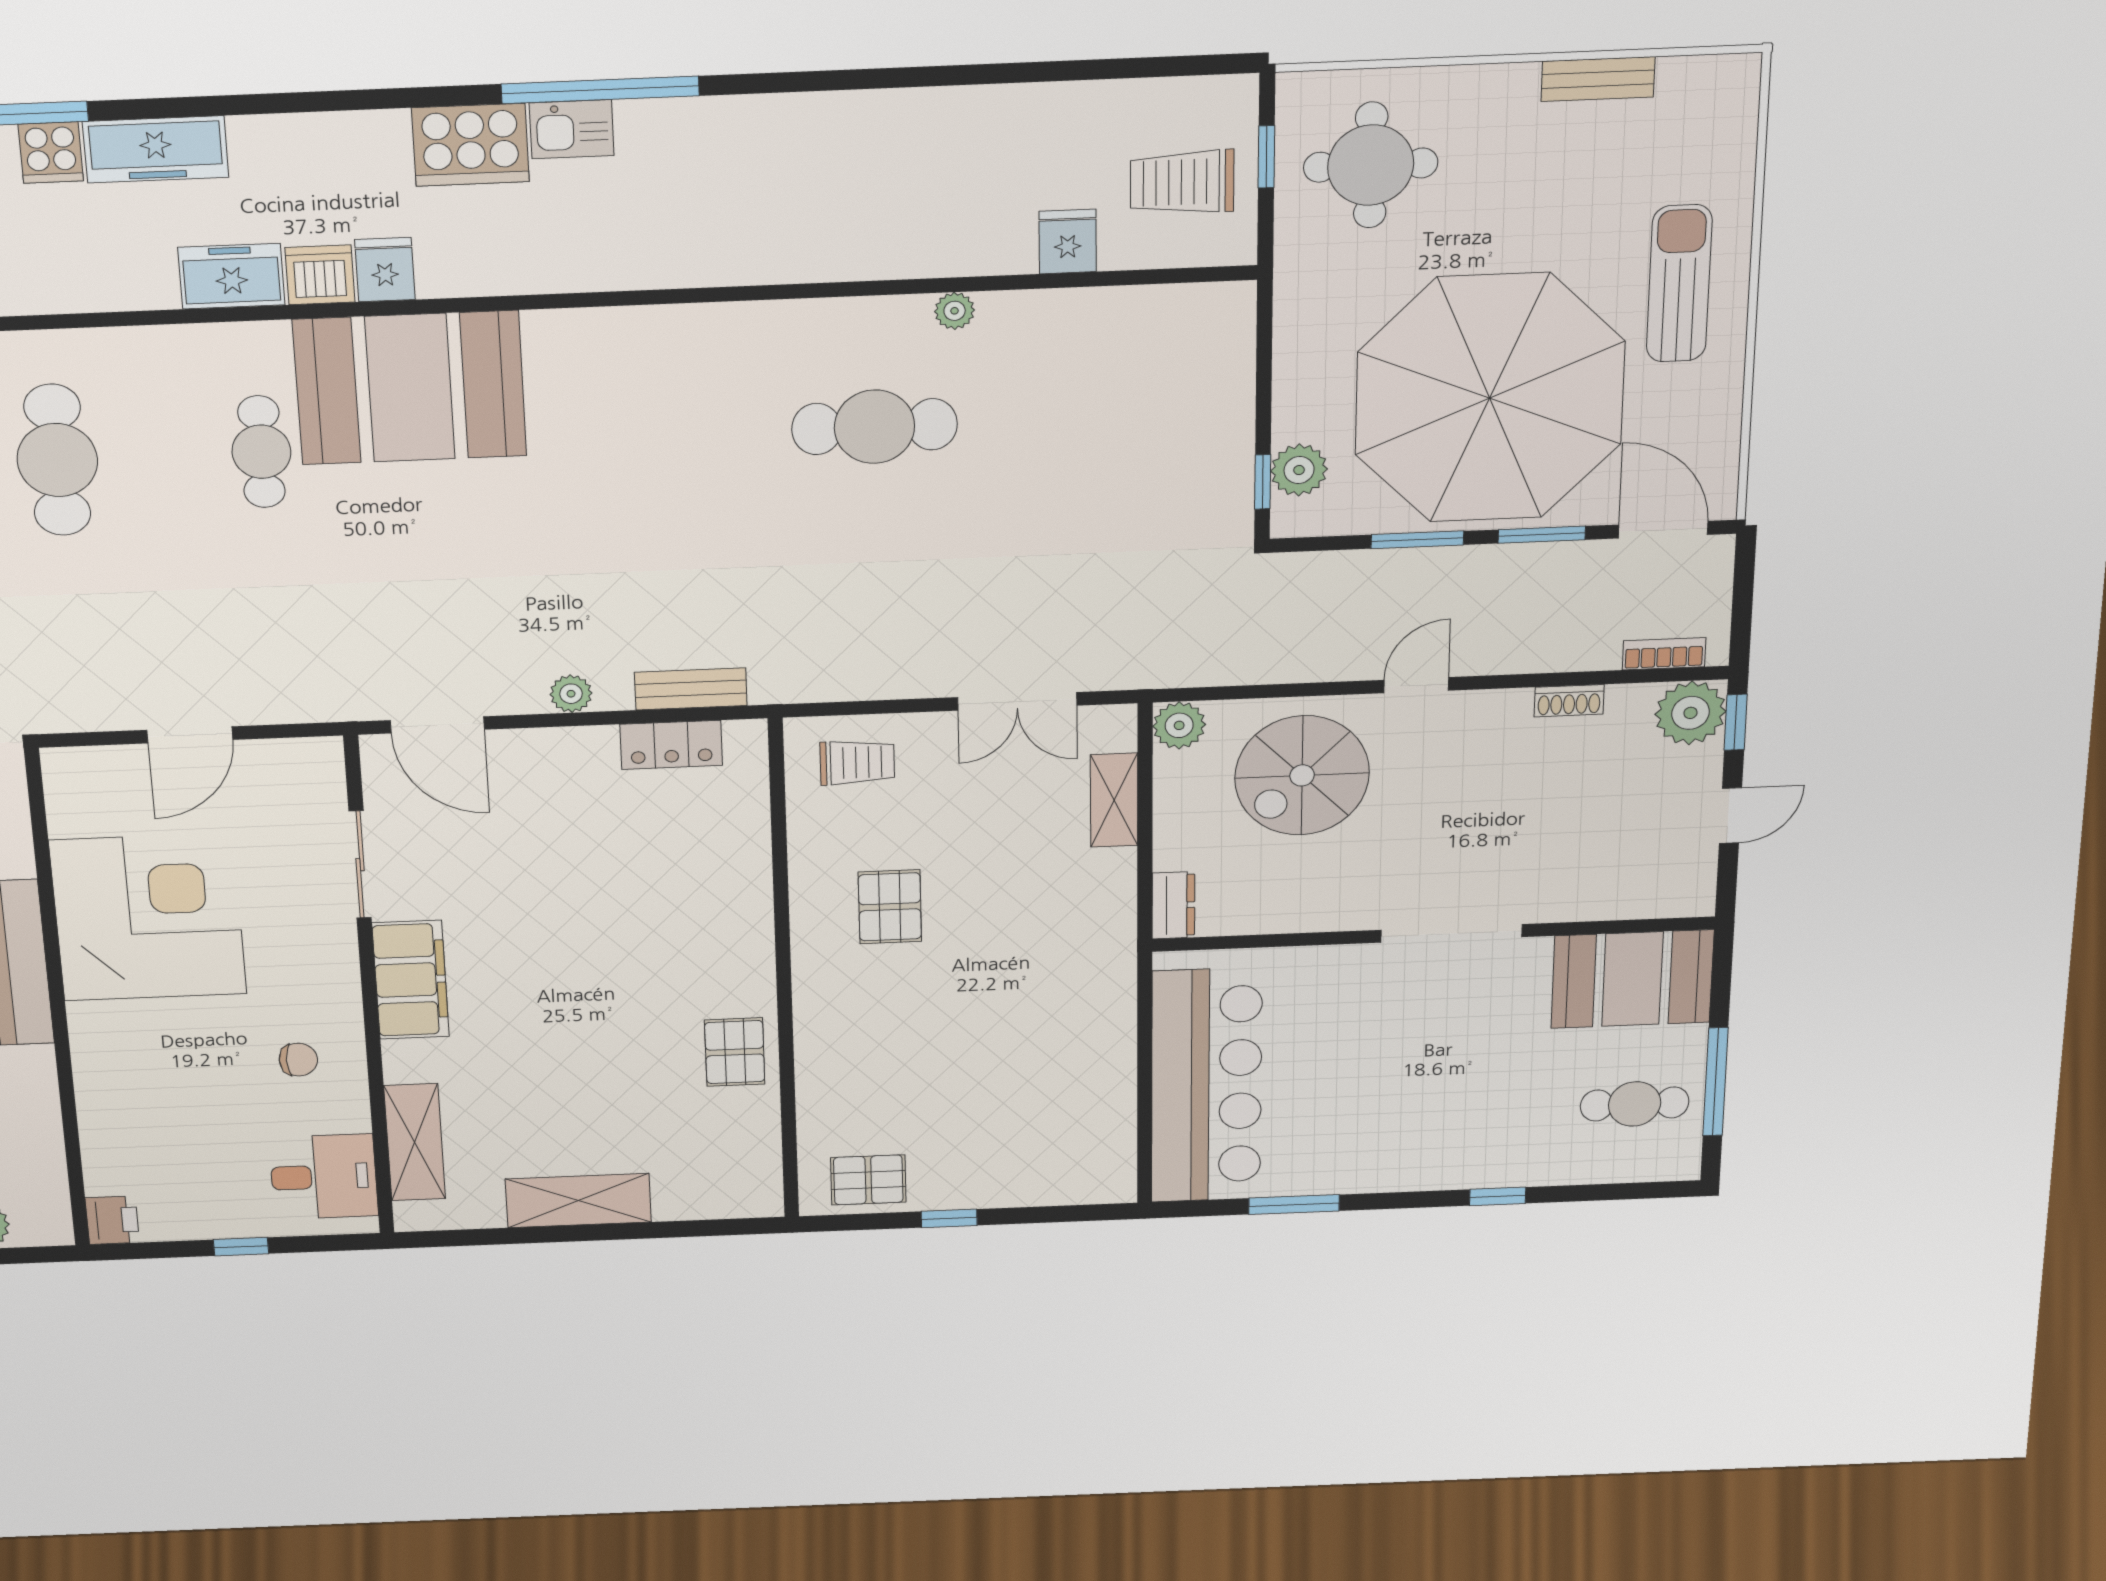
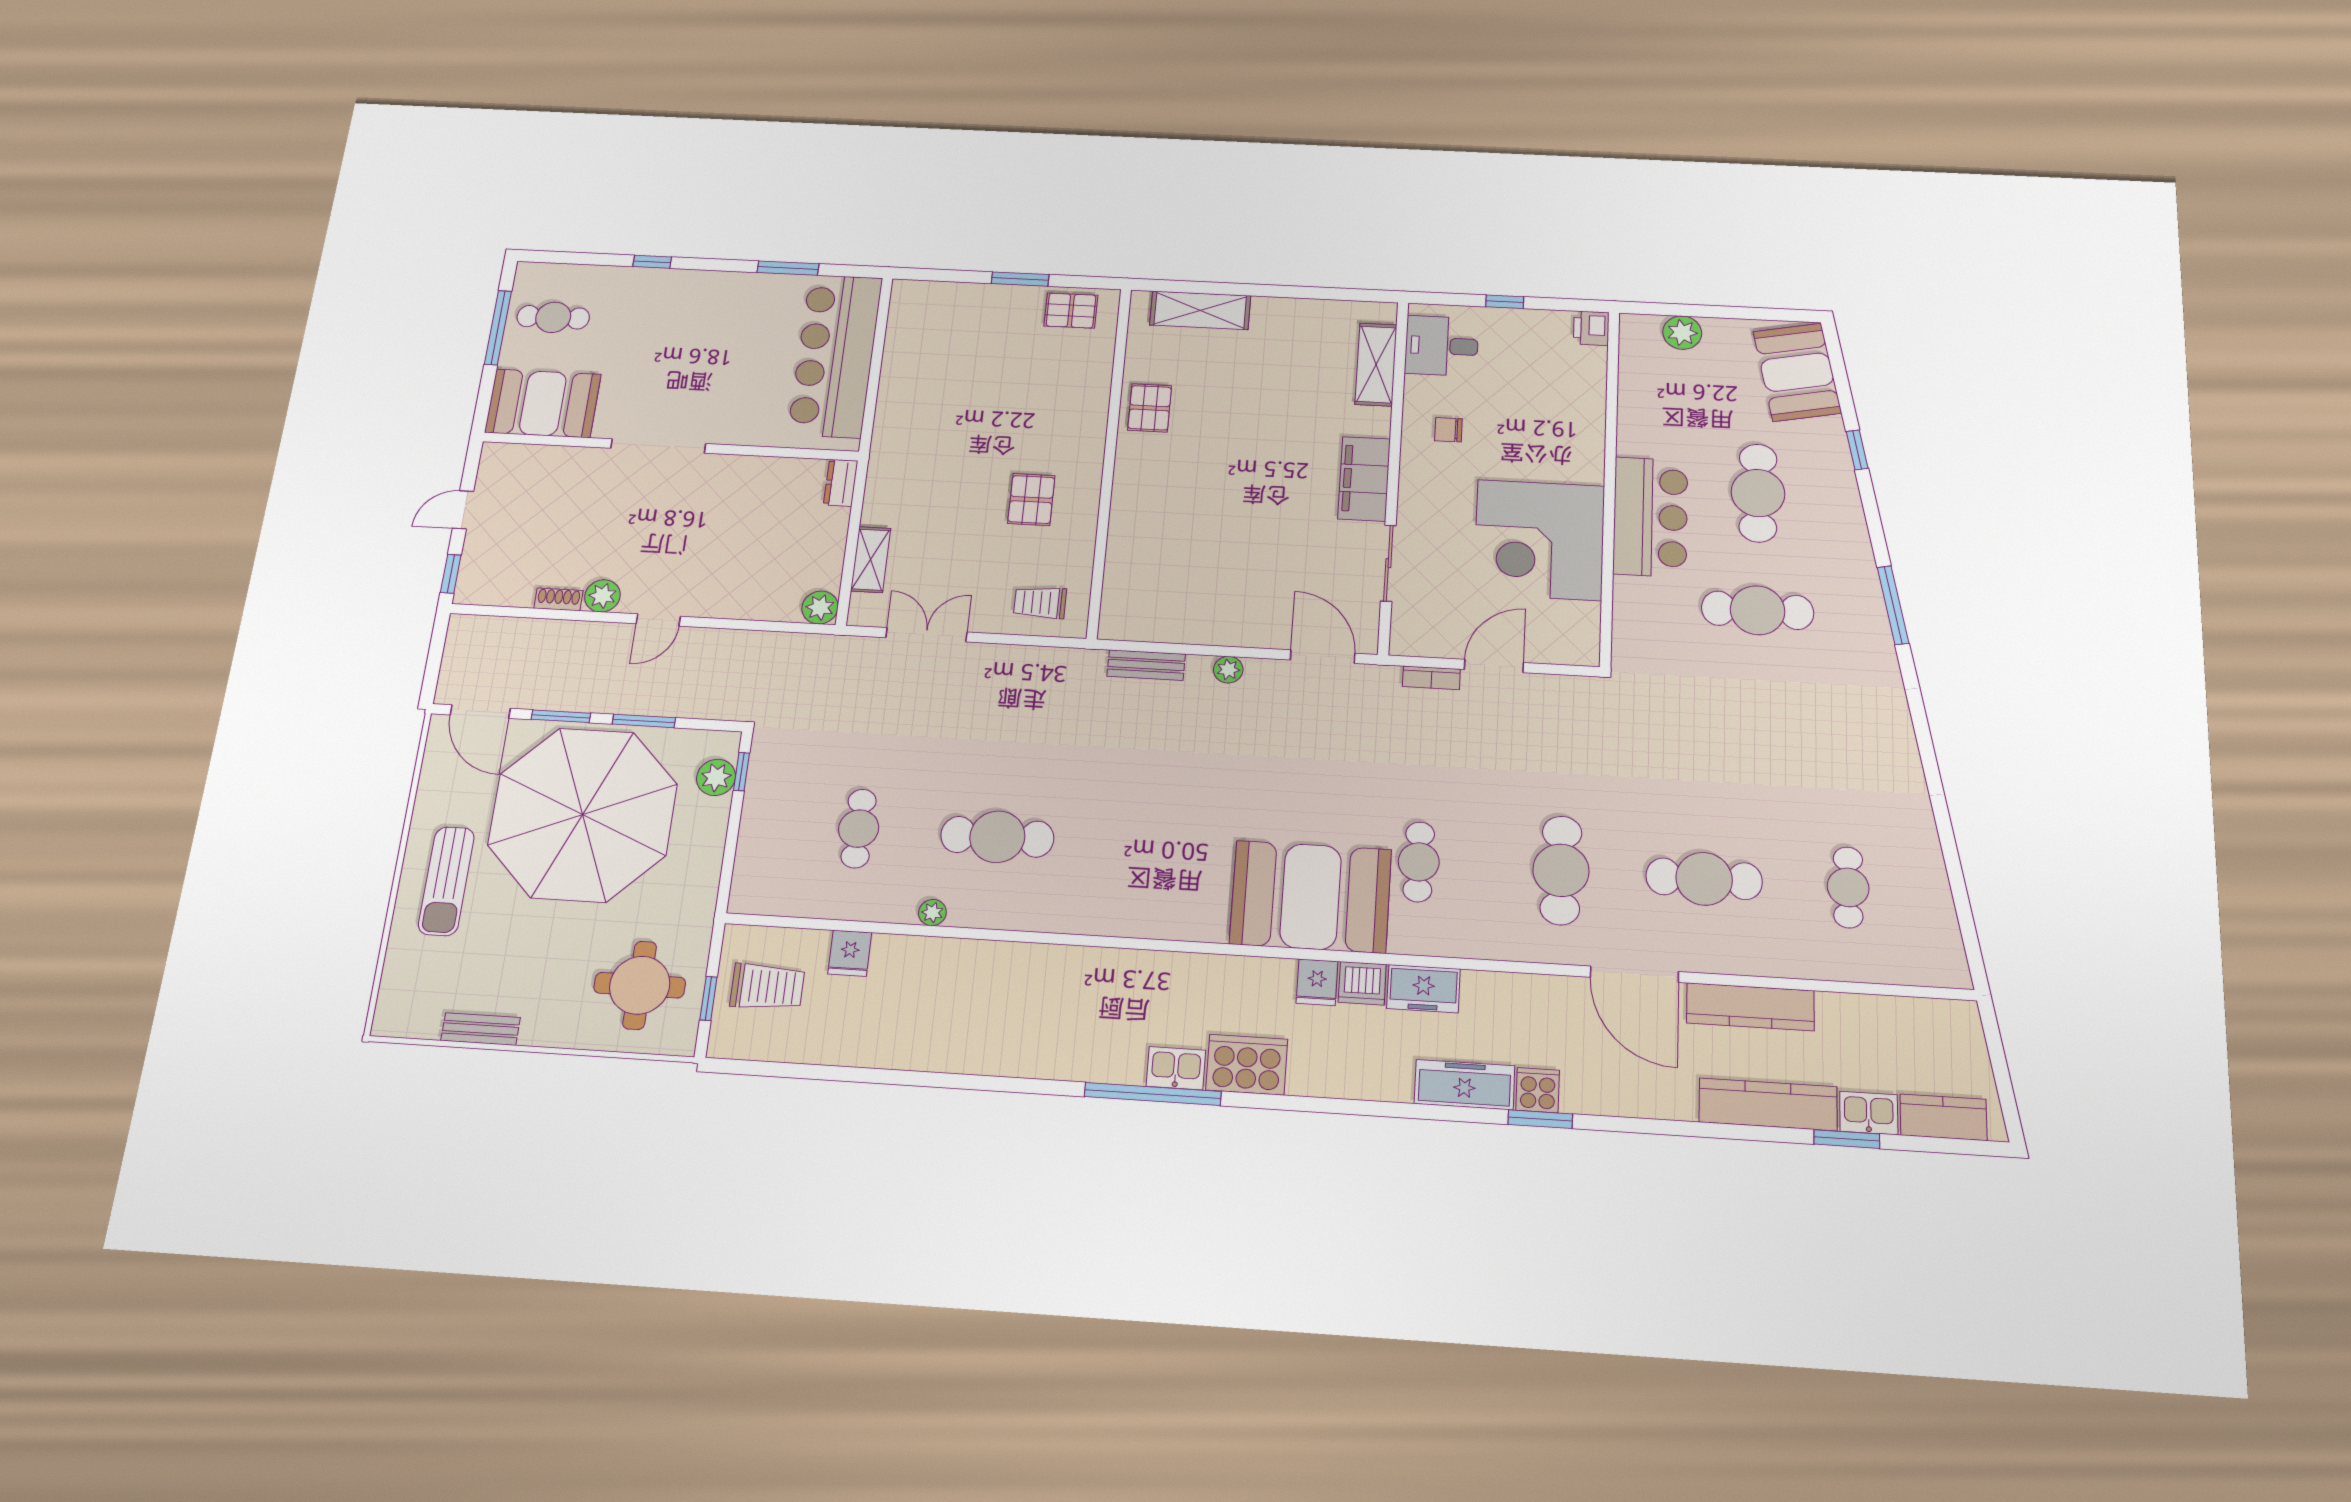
cafe table: (1079, 418) -> (859, 829), added
bookcase: (1664, 654) -> (1431, 678), moved
plant: (1691, 713) -> (602, 596), moved, width x0.73, depth x0.73
locker: (671, 745) -> (1165, 627), removed
spiral stairs: (1302, 775) -> (743, 565), removed
shelving: (578, 1201) -> (1200, 310), moved
window: (949, 1218) -> (1020, 279), width x1.50

